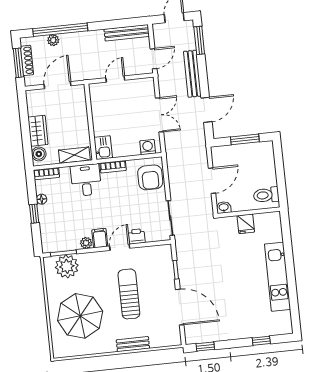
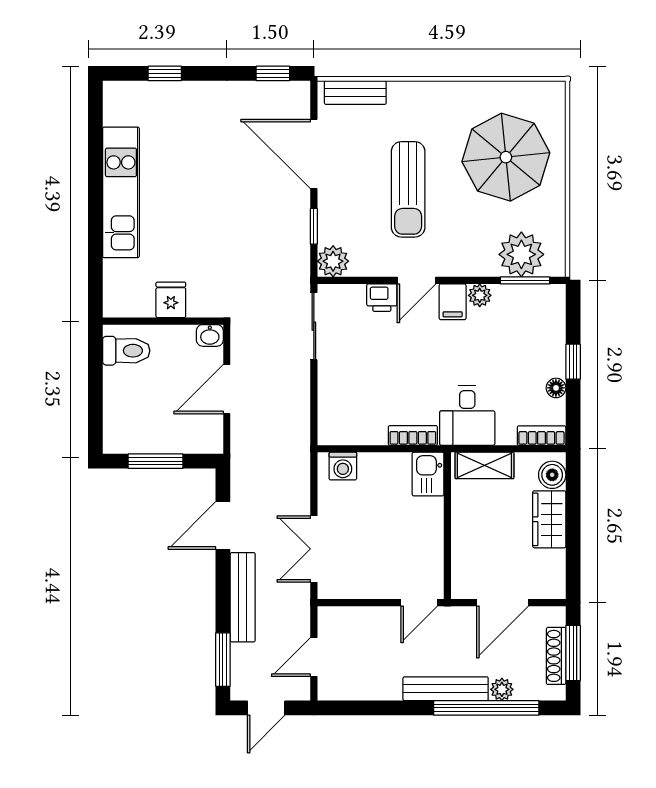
bench: (127, 33) -> (446, 689), moved
door: (154, 59) -> (314, 657), moved
door: (115, 79) -> (419, 603), moved
double door: (159, 115) -> (314, 549), moved
armchair: (150, 177) -> (344, 408), removed
plant: (164, 253) -> (333, 261), added
bench: (133, 344) -> (355, 93), moved

